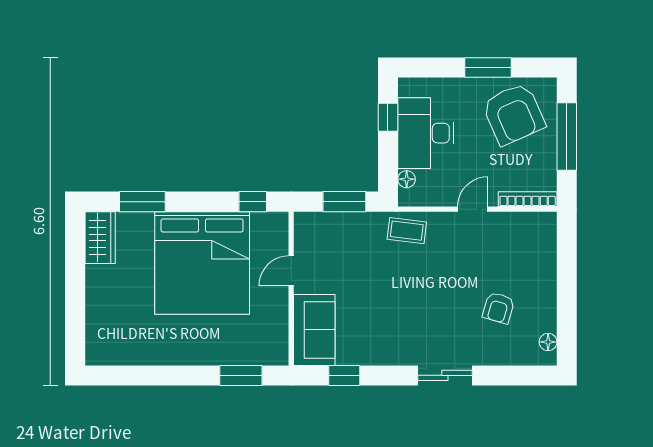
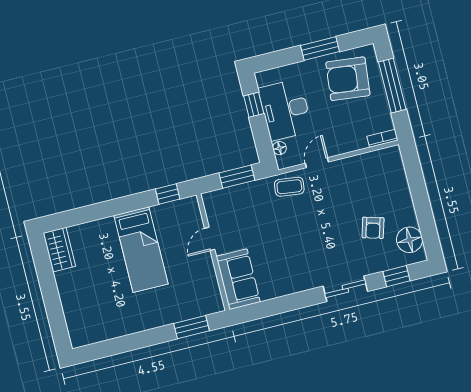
armchair: (514, 114) -> (348, 79), turned 120
bookcase: (528, 199) -> (382, 138), width x0.64
window: (142, 202) -> (84, 215), removed
door: (473, 209) -> (317, 163), moved
bed: (202, 263) -> (141, 250), width x0.49
floor lamp: (548, 342) -> (410, 240), width x1.89, depth x1.89
window: (344, 375) -> (397, 276), moved

